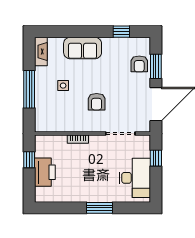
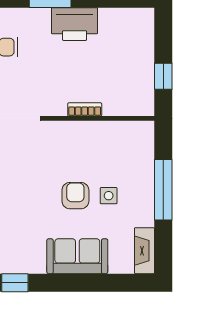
armchair: (97, 102) -> (75, 196), moved
printer: (45, 172) -> (75, 24), moved, turned -90

